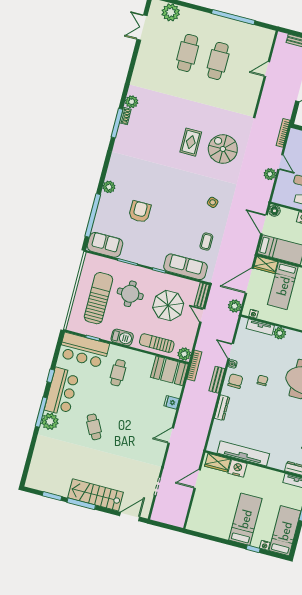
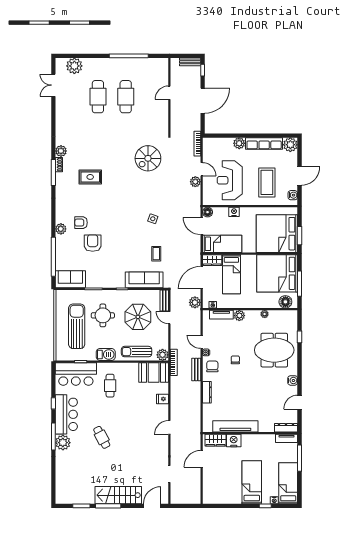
rug: (191, 142) -> (90, 177), moved, turned 90
spiral stairs: (223, 149) -> (148, 158), moved, turned -90
armchair: (133, 186) -> (81, 223), added

